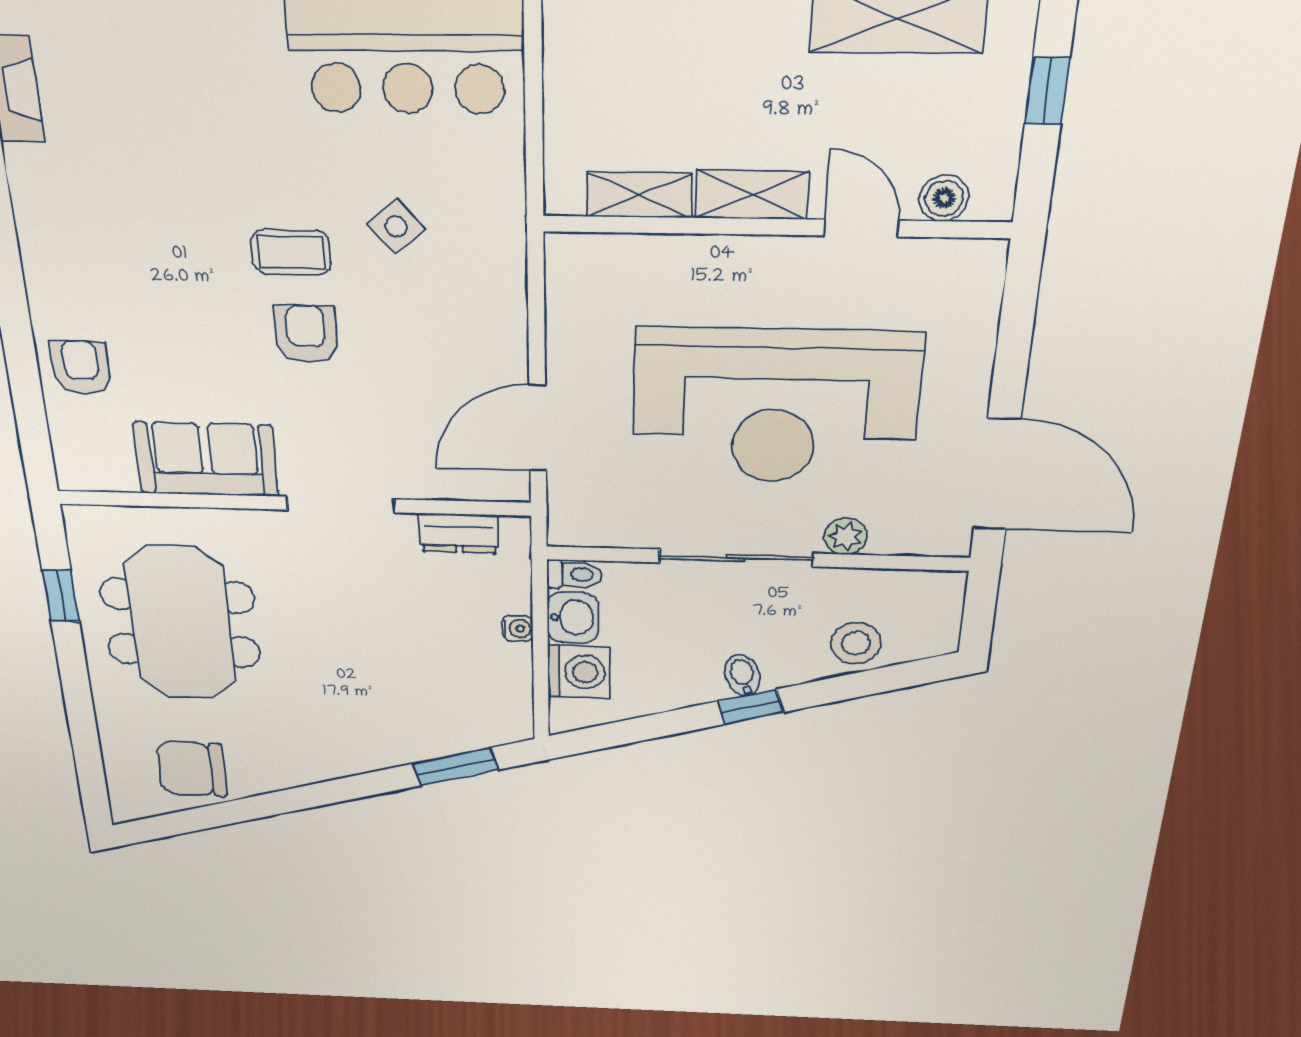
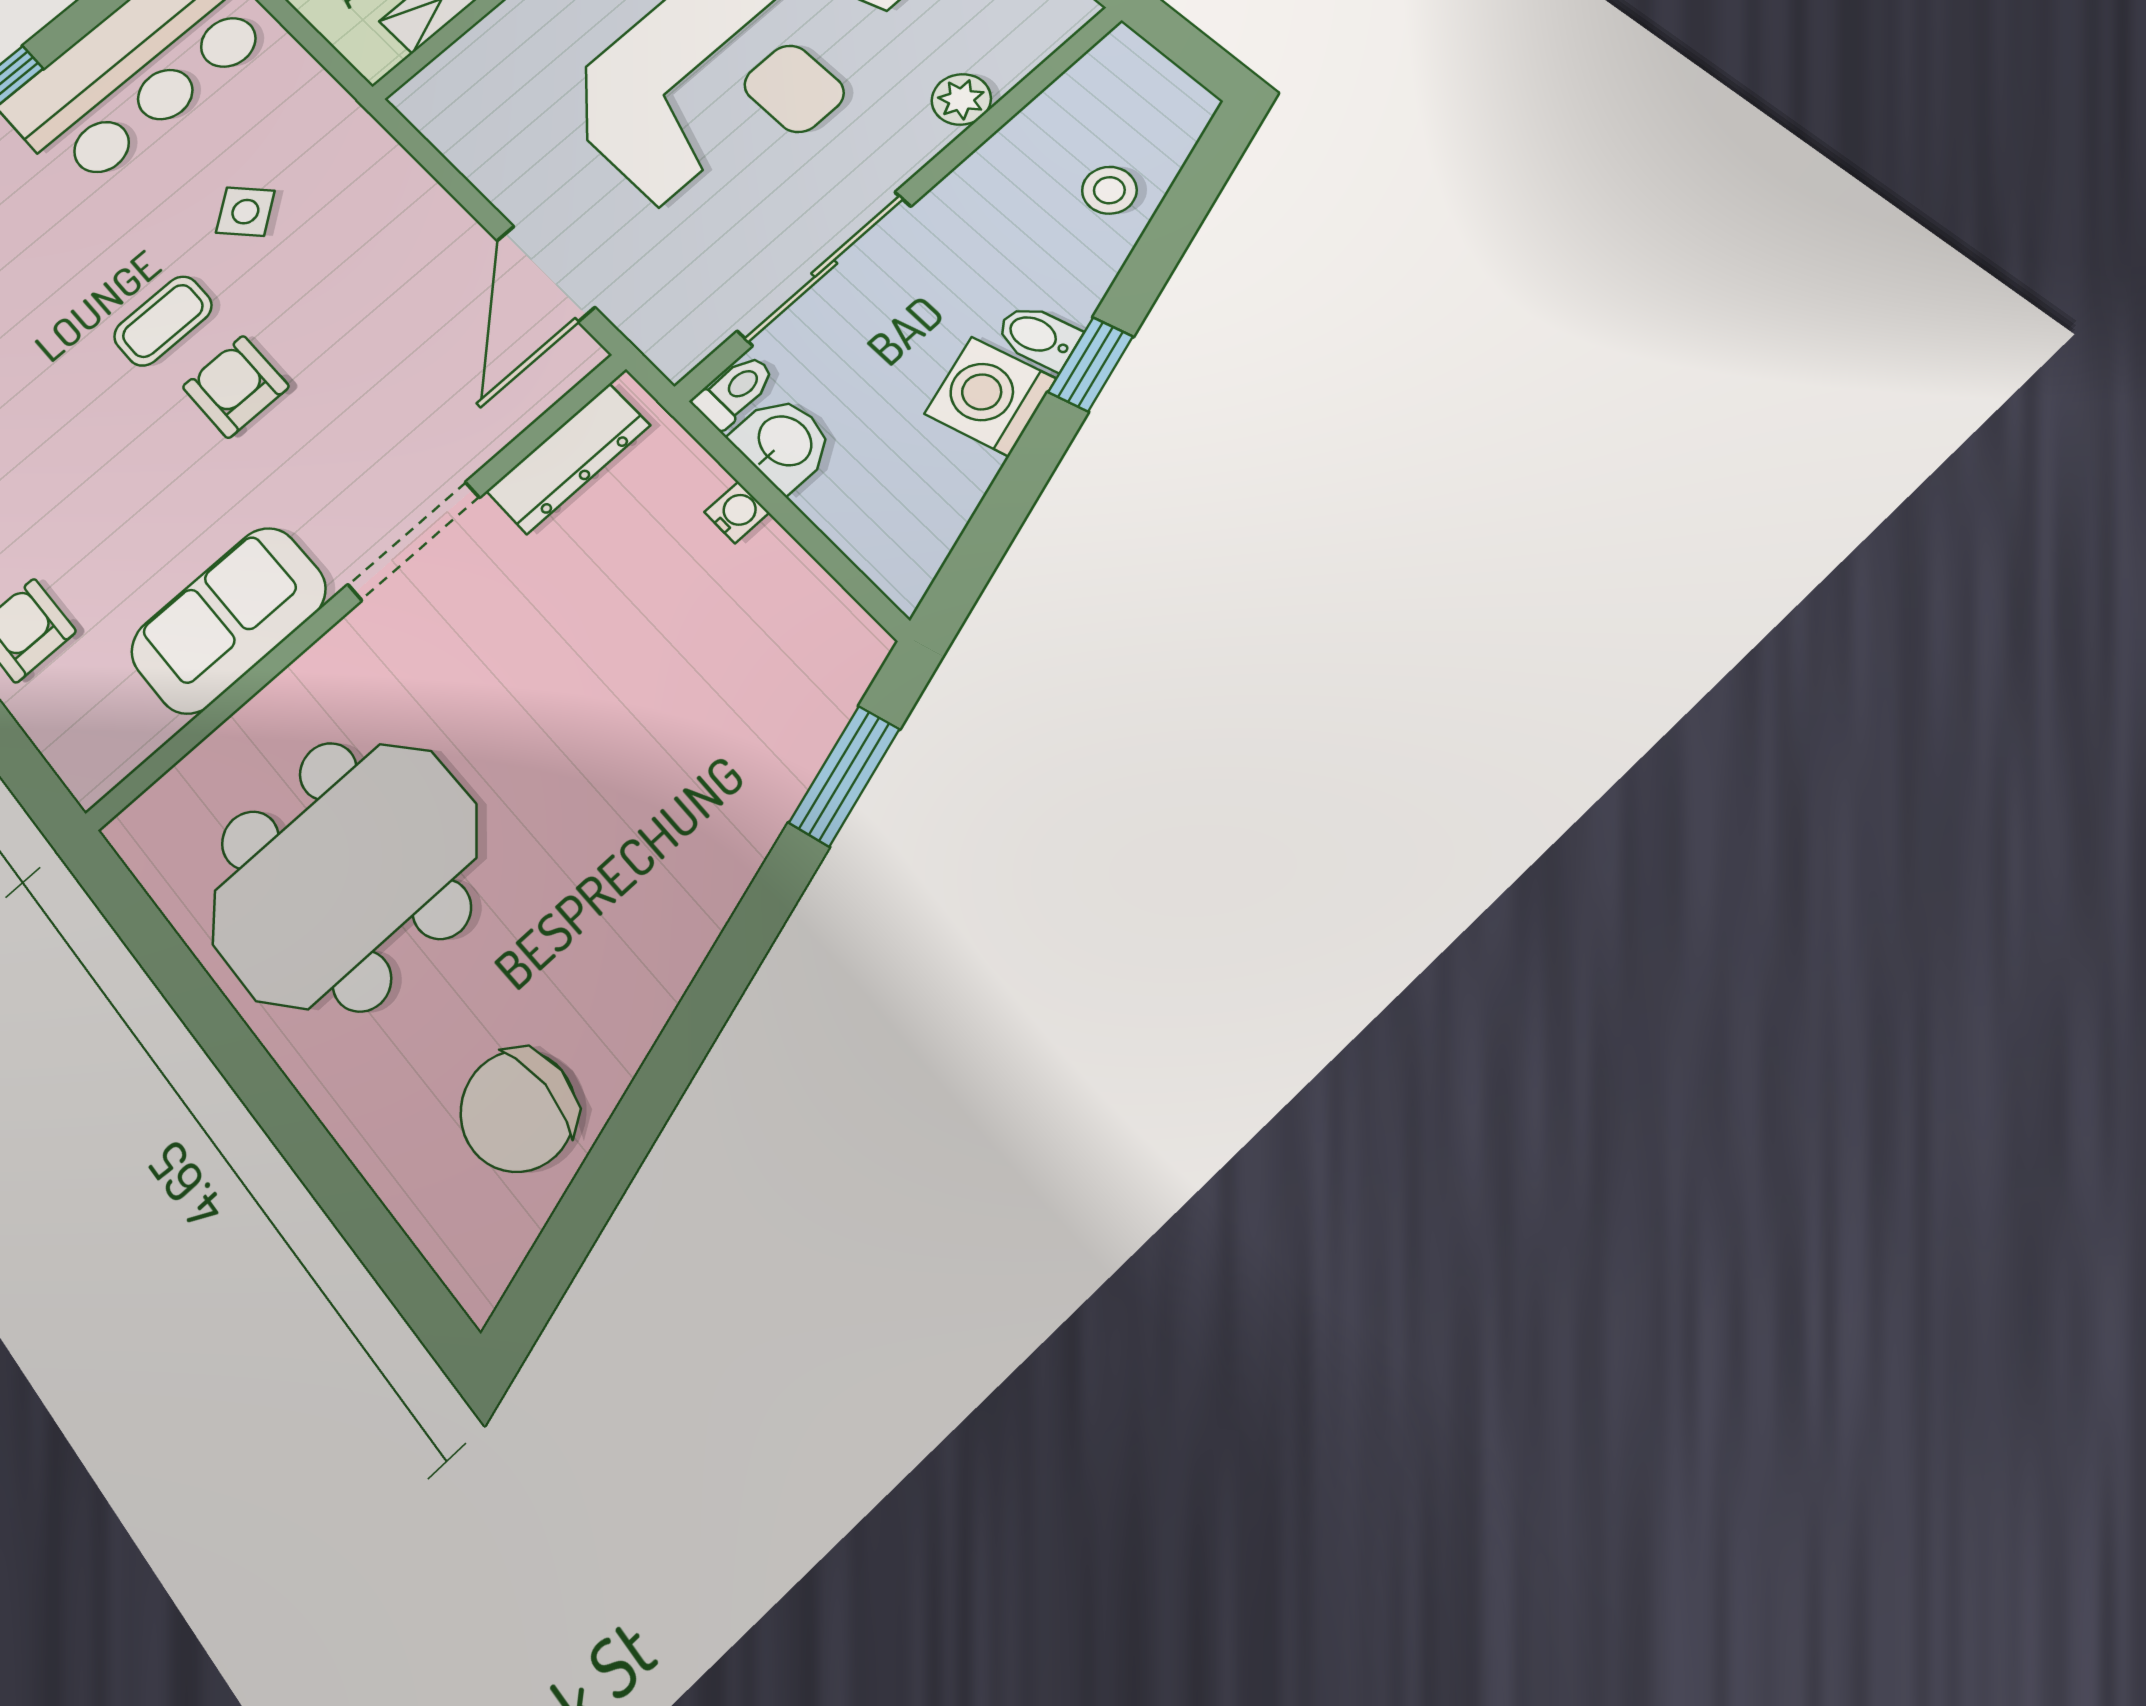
dresser: (459, 533) -> (568, 458), width x1.44
sliding door: (736, 558) -> (824, 268), moved
window: (61, 596) -> (174, 969), removed
meeting table: (180, 623) -> (345, 874), turned 90
stool: (856, 643) -> (1109, 190), width x0.73, depth x0.73
washing machine: (579, 672) -> (990, 396), moved, turned -106

